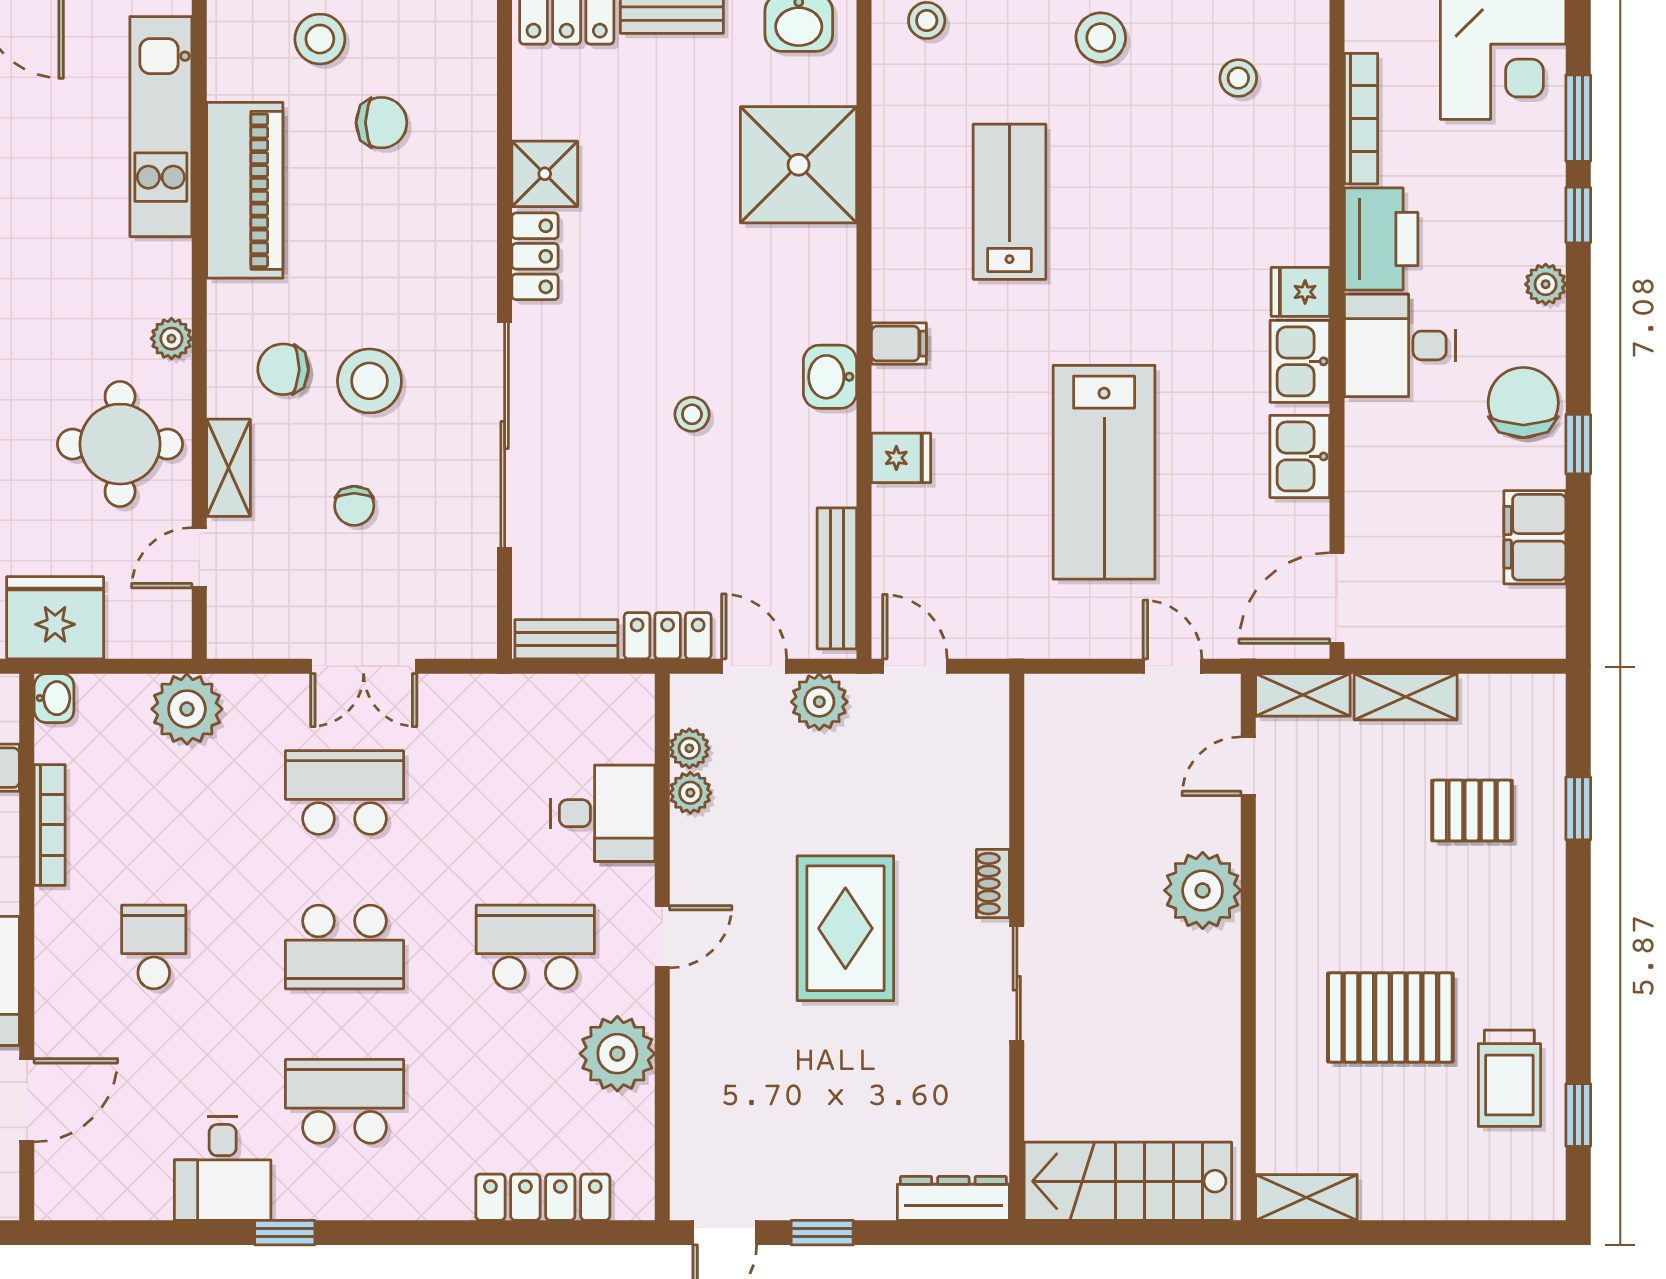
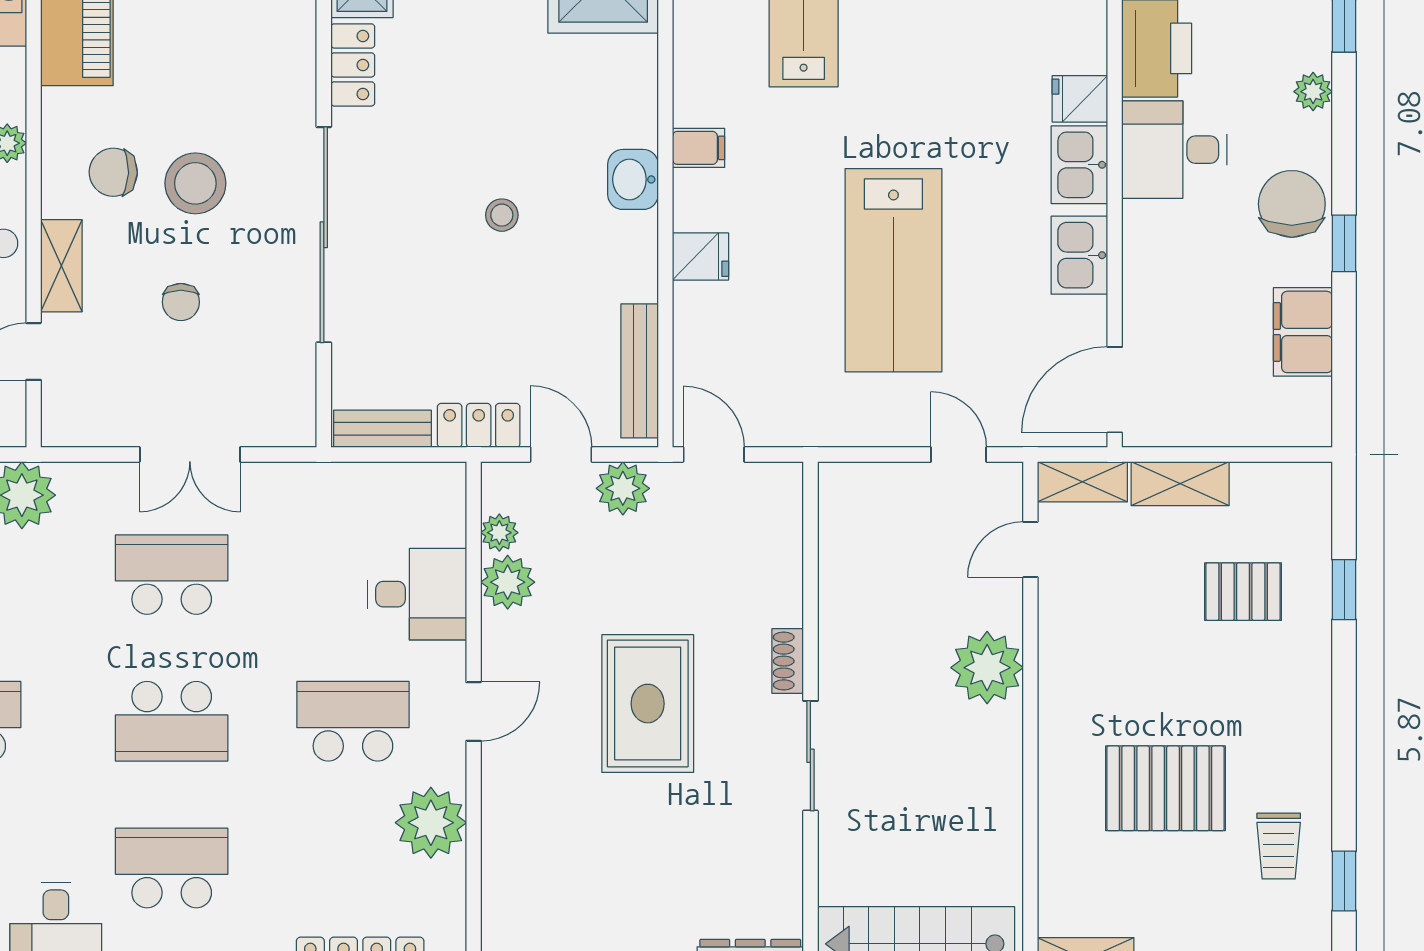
plant: (690, 793) -> (508, 582), width x1.38, depth x1.38
trolley: (1509, 1078) -> (1279, 846), width x0.73, depth x0.72

